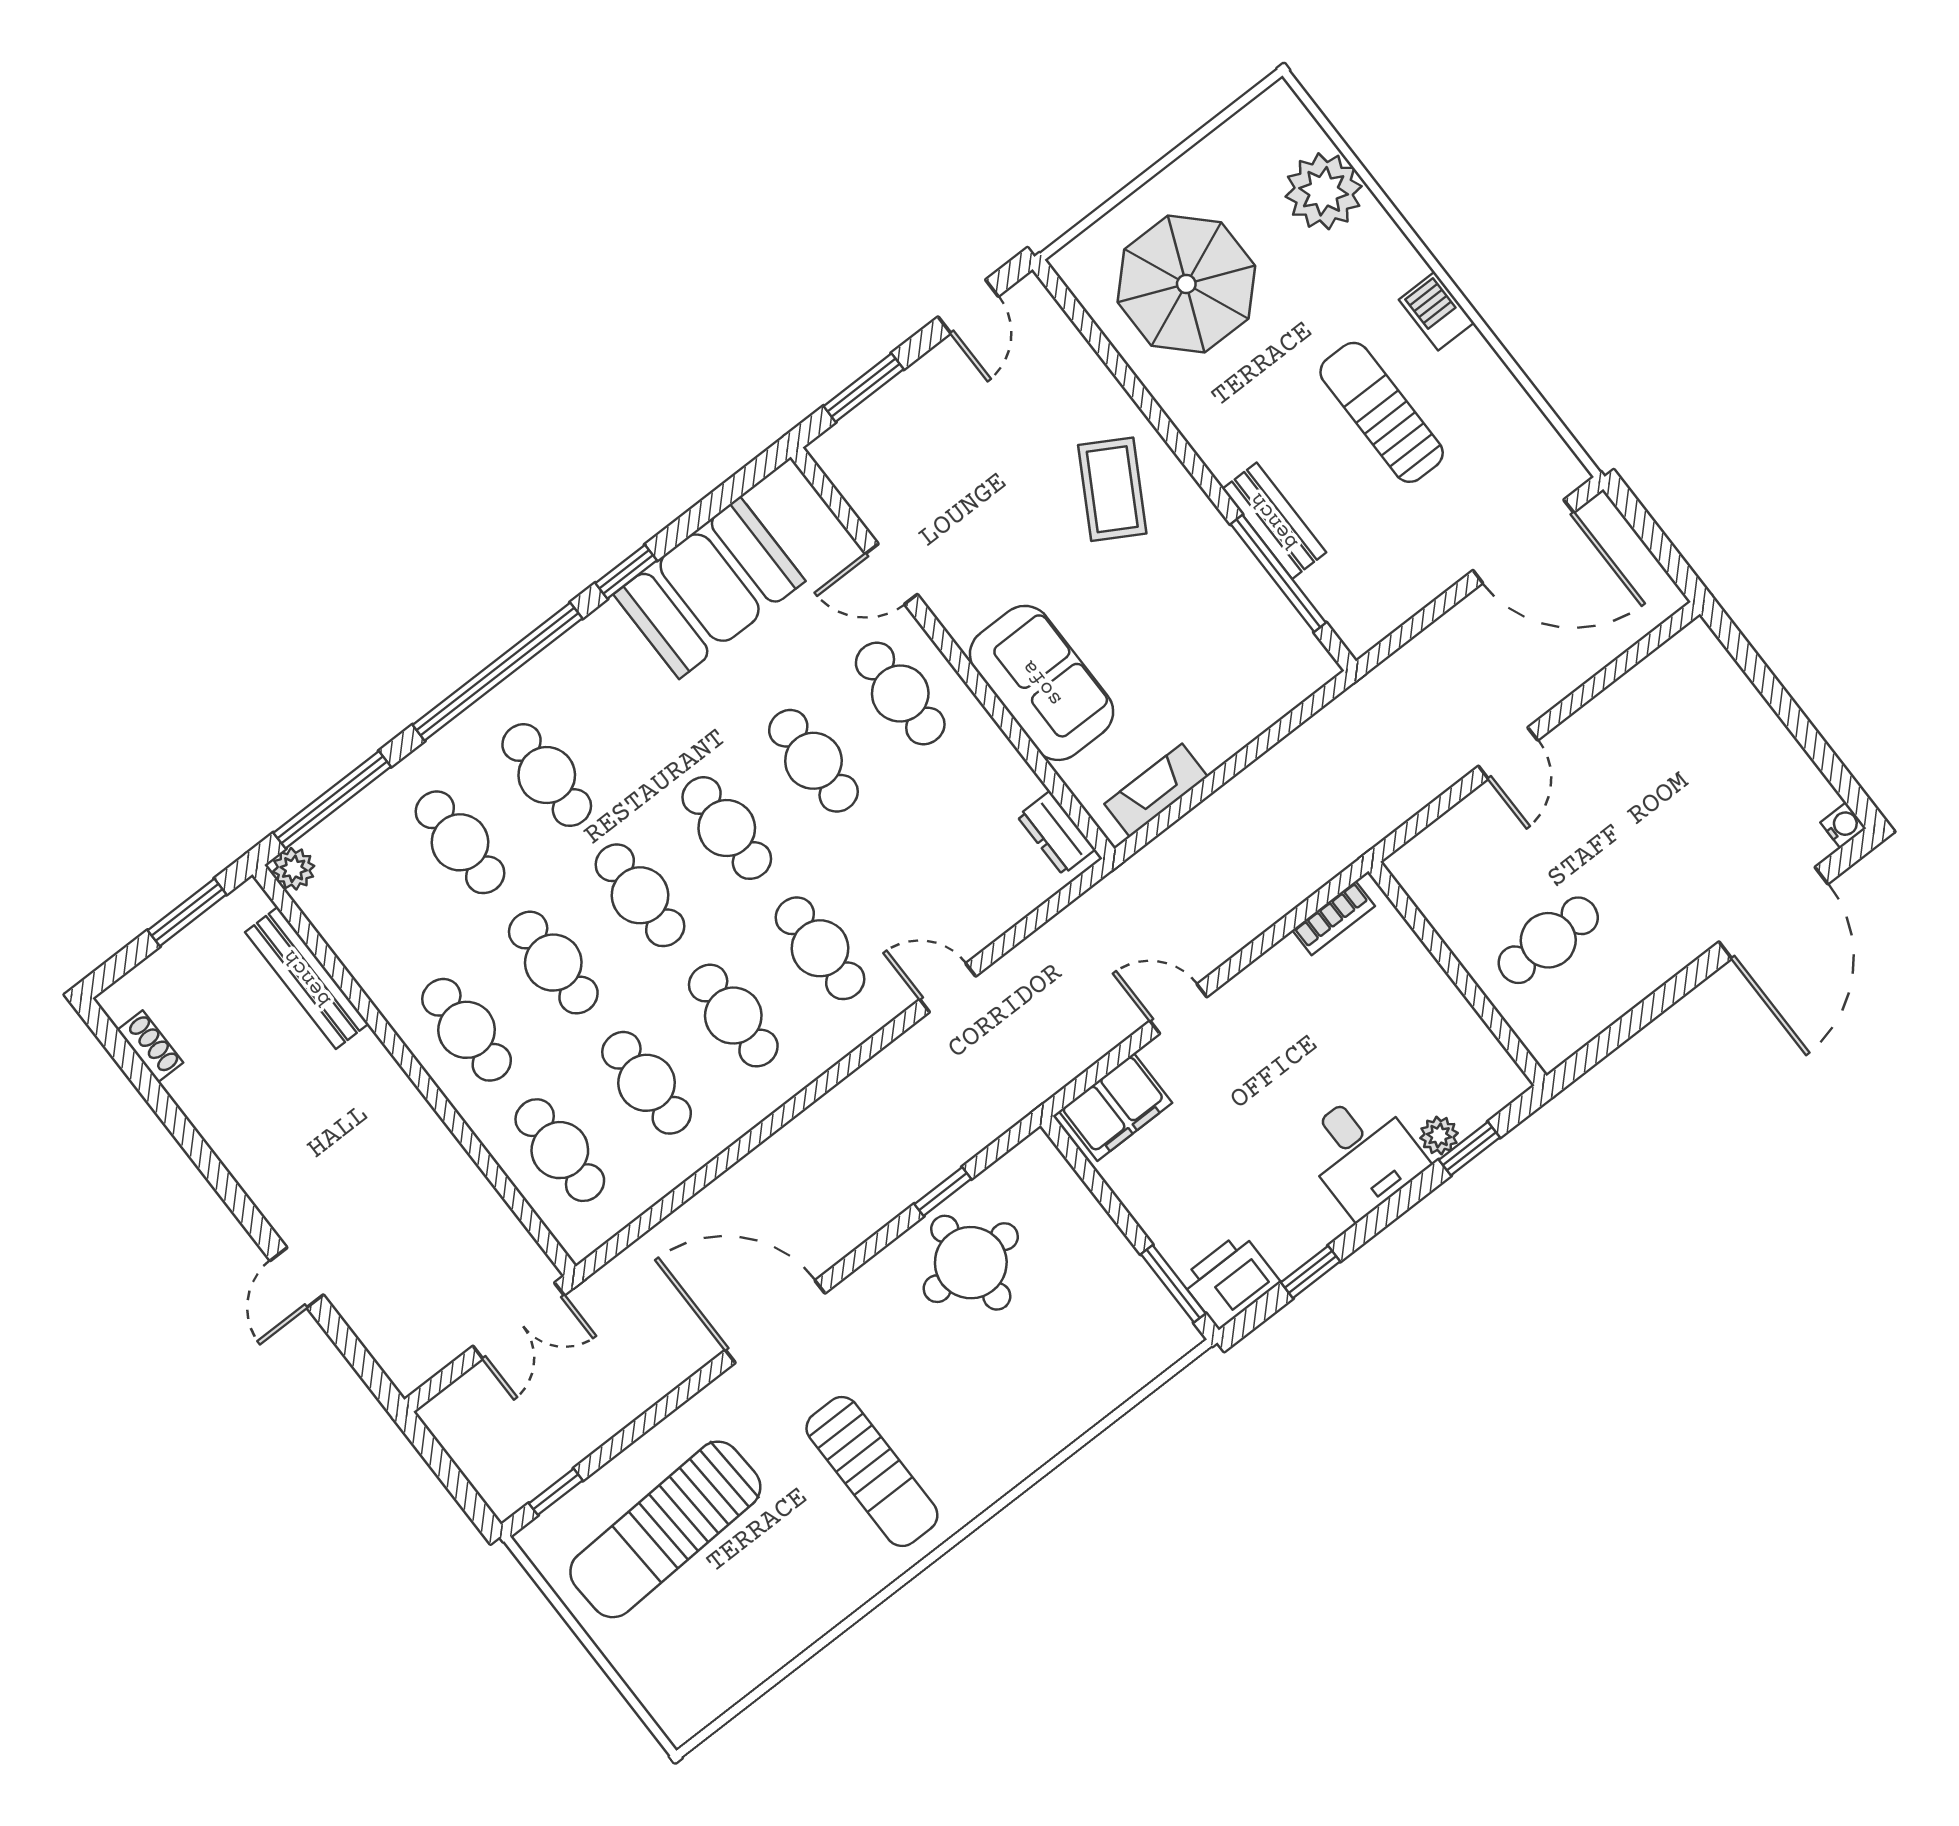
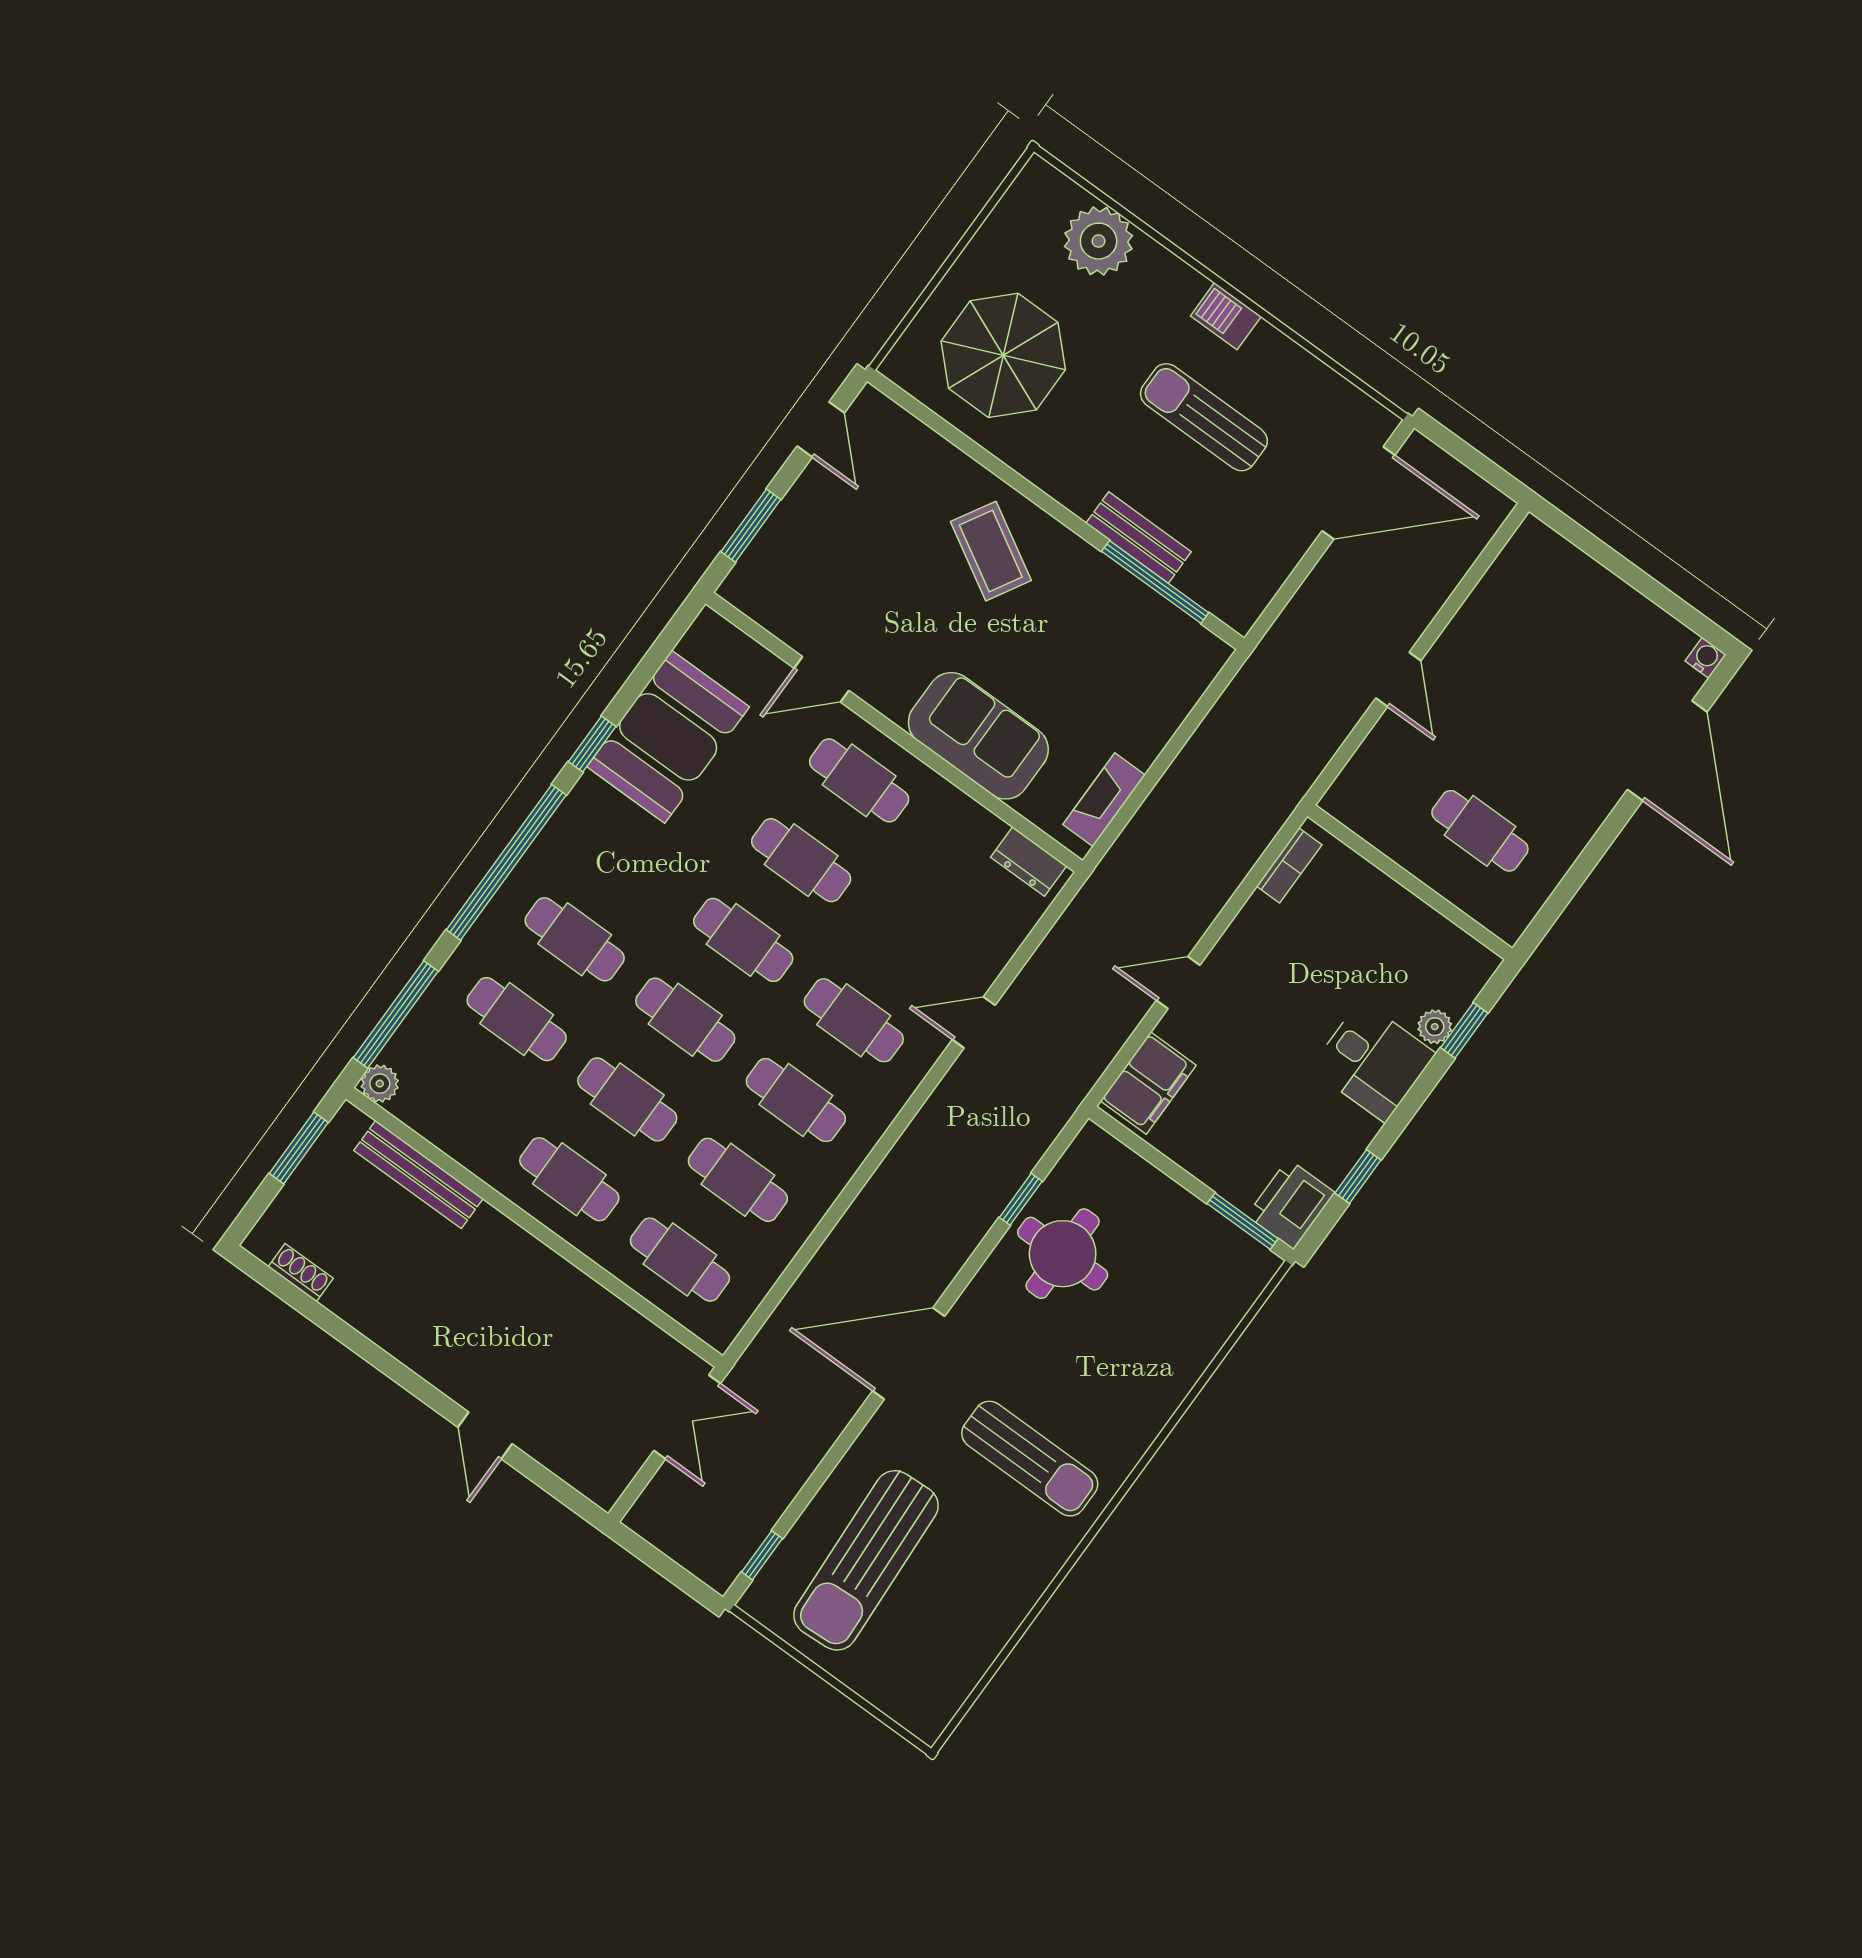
cafe table: (1548, 940) -> (1480, 831), turned 90

